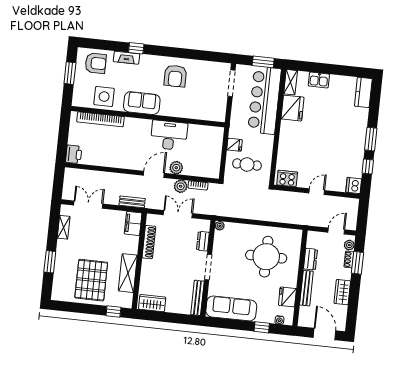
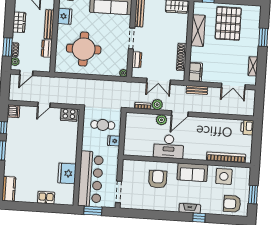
fireplace: (127, 58) -> (190, 208), moved
armchair: (175, 76) -> (158, 179), moved
shelving: (291, 82) -> (69, 195), removed

